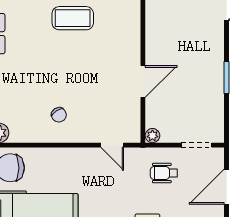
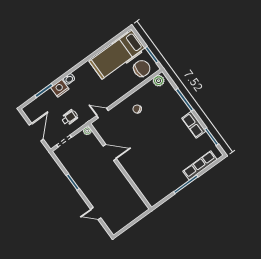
coffee table: (73, 18) -> (163, 158), removed
door: (143, 81) -> (110, 152), swing flipped

